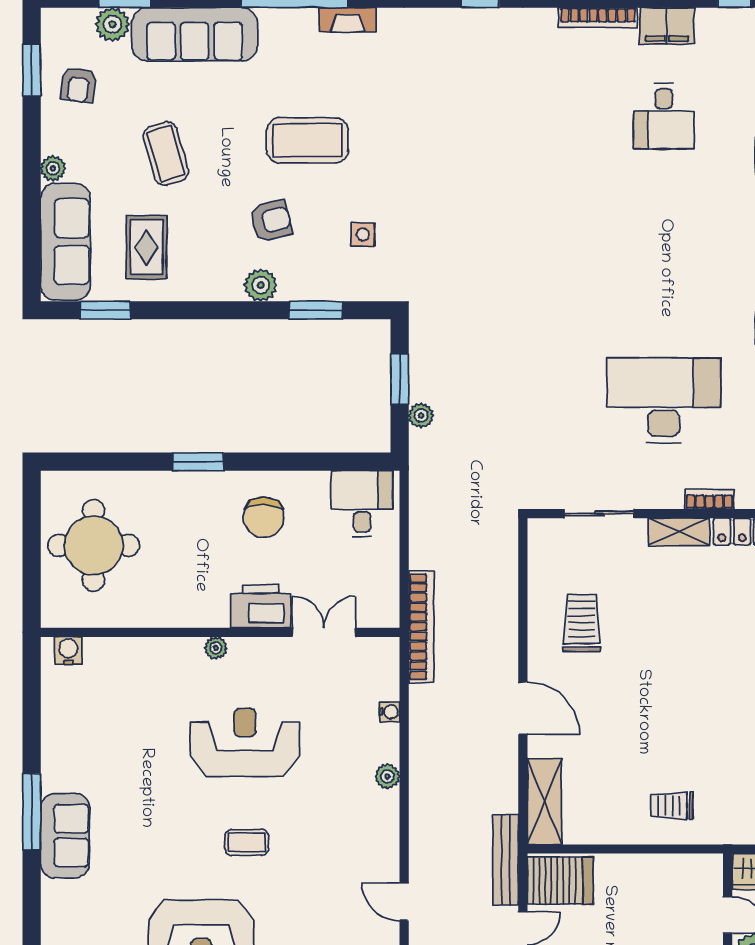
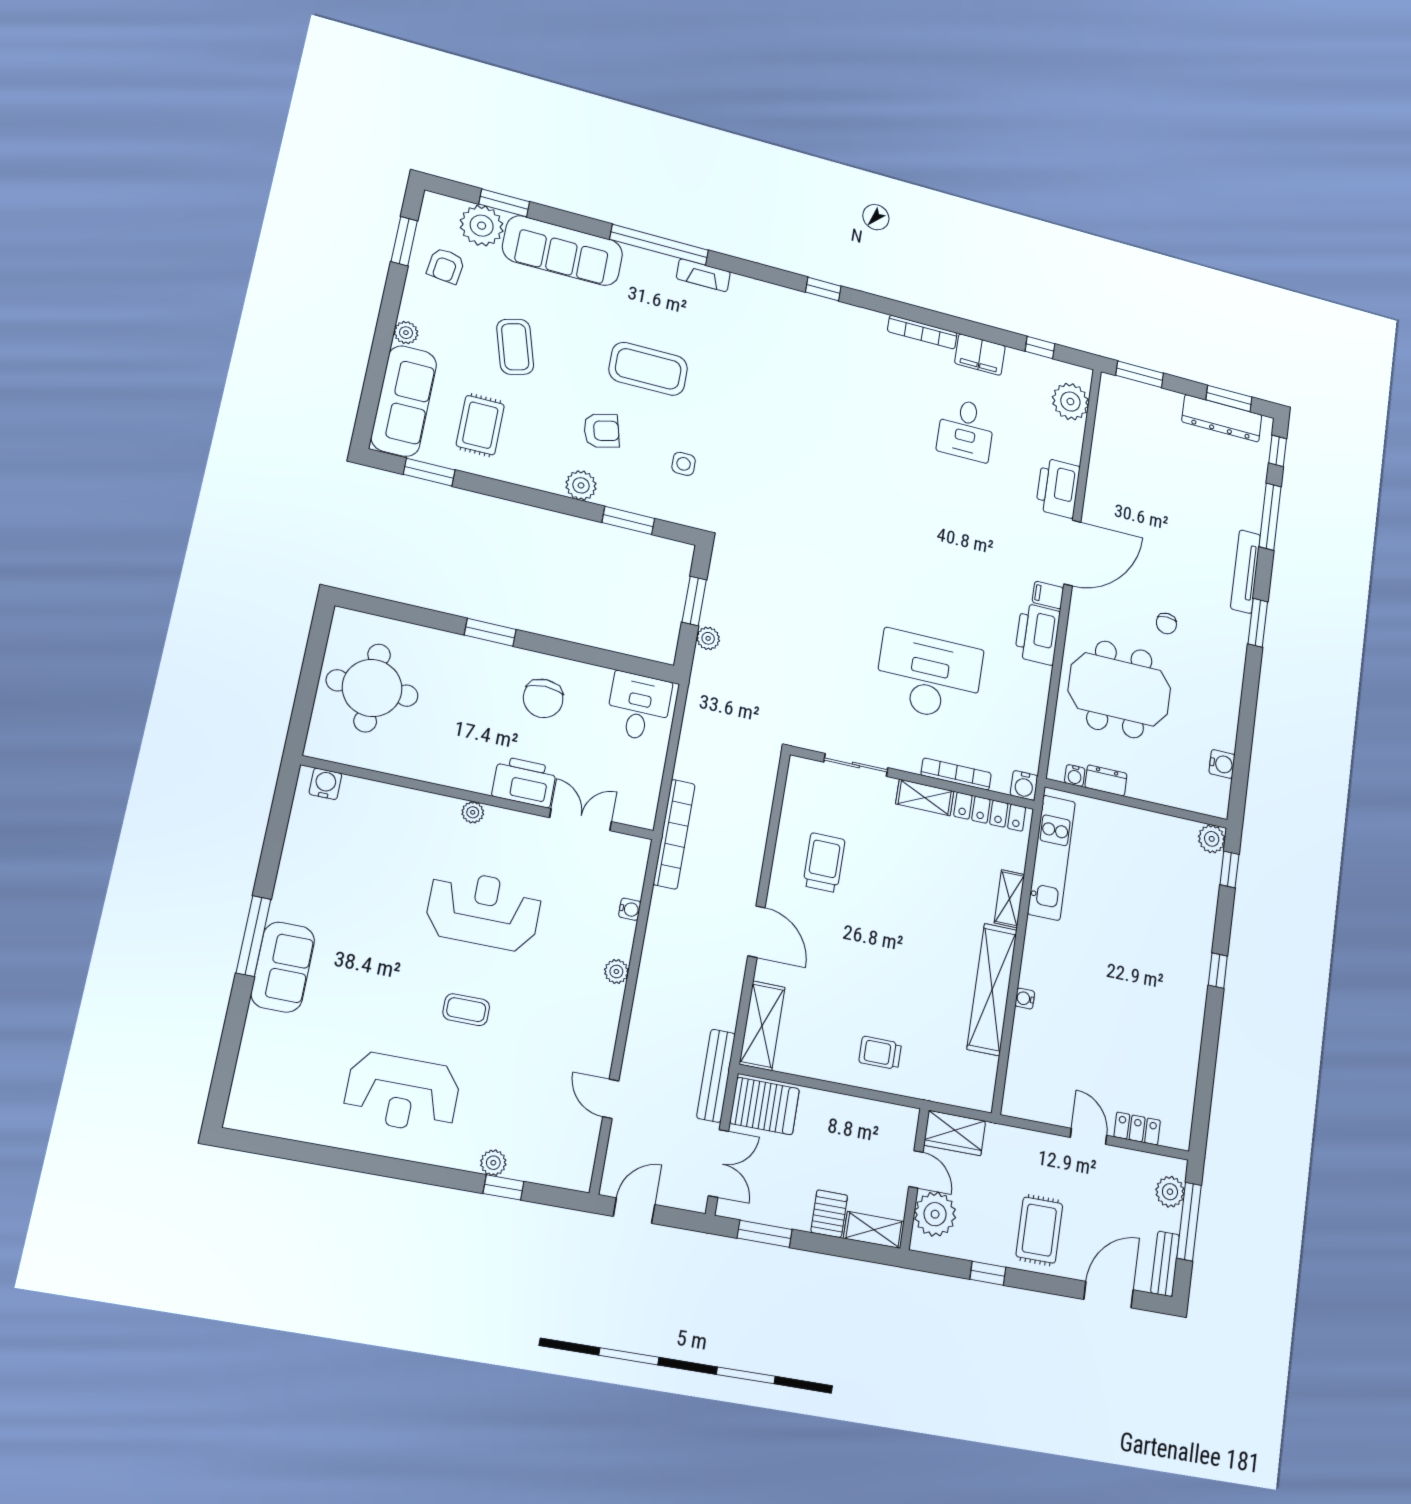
plant: (112, 24) -> (482, 226), width x1.36, depth x1.36
bookcase: (709, 499) -> (956, 774), width x1.56

